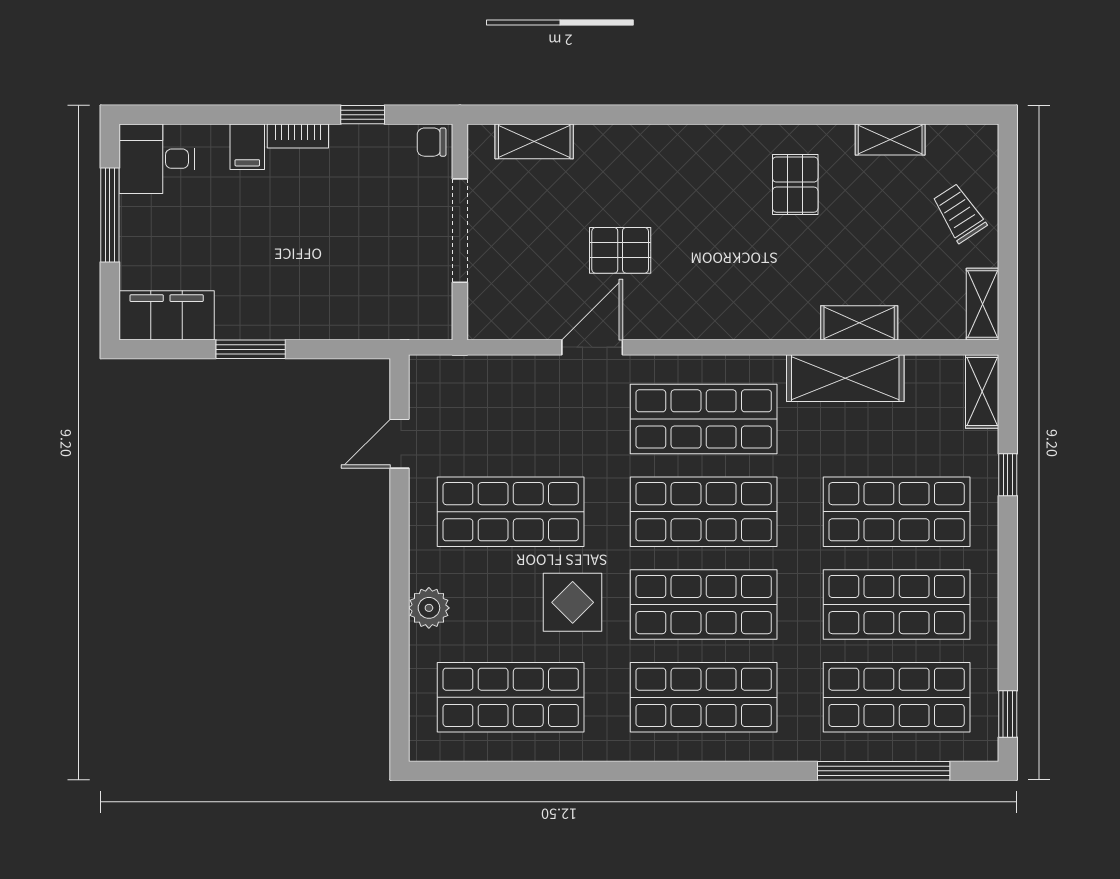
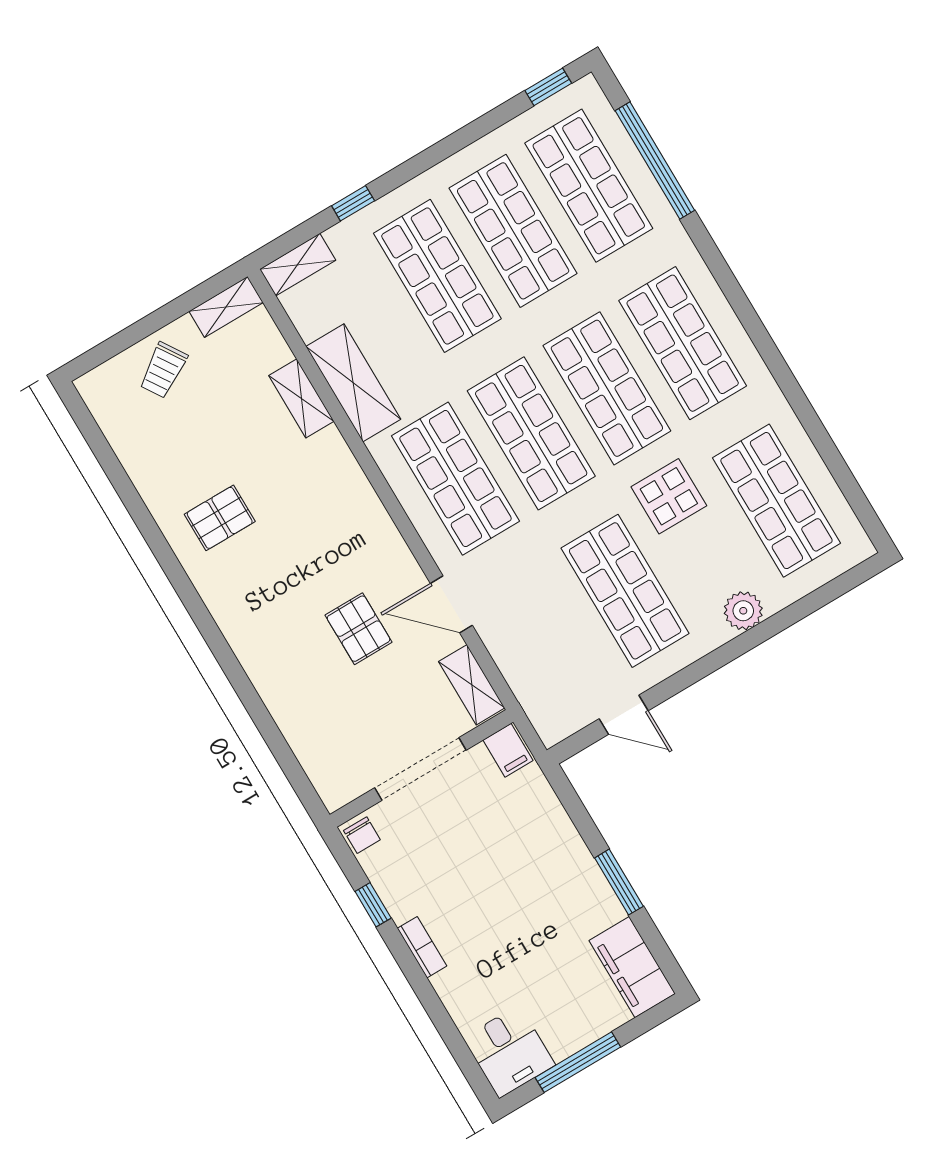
shelving: (890, 139) -> (137, 462), removed
shelving: (534, 141) -> (472, 685), moved
filing cabinet: (247, 147) -> (508, 750), moved, turned 90

